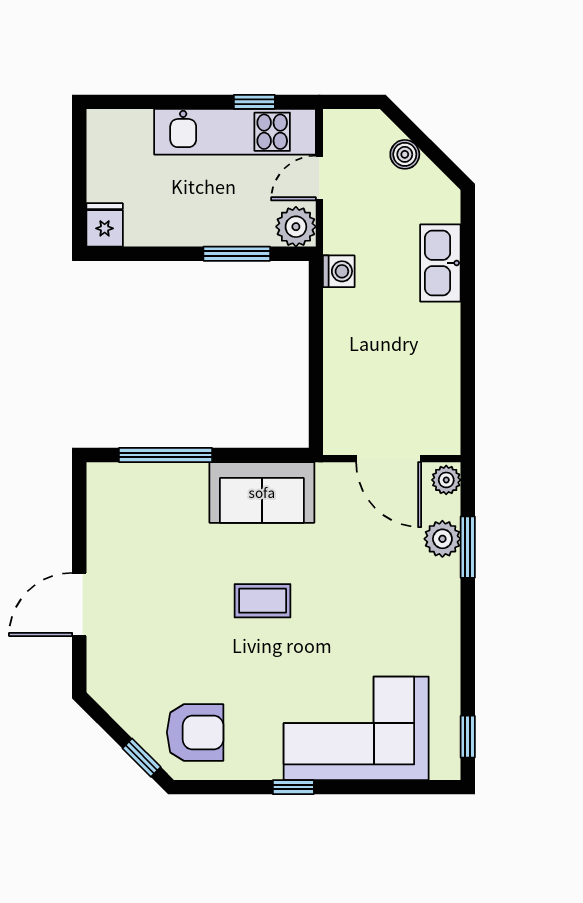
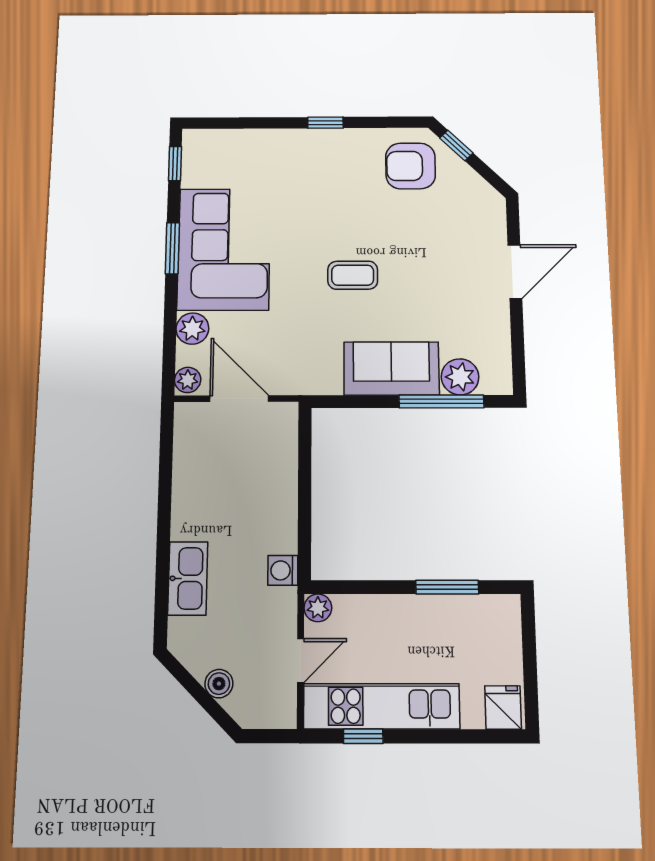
fridge: (105, 225) -> (503, 707), moved, turned 180
plant: (296, 227) -> (318, 608), width x0.73, depth x0.73
window: (237, 254) -> (447, 587), moved
plant: (144, 483) -> (460, 377), added
sofa: (262, 492) -> (391, 368), moved
window: (468, 547) -> (172, 248), moved
corner sofa: (356, 728) -> (224, 249), moved, turned -90

